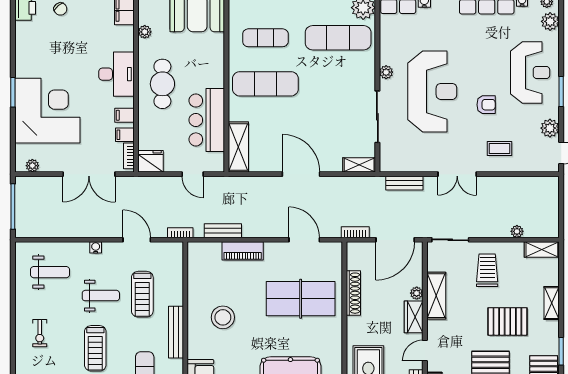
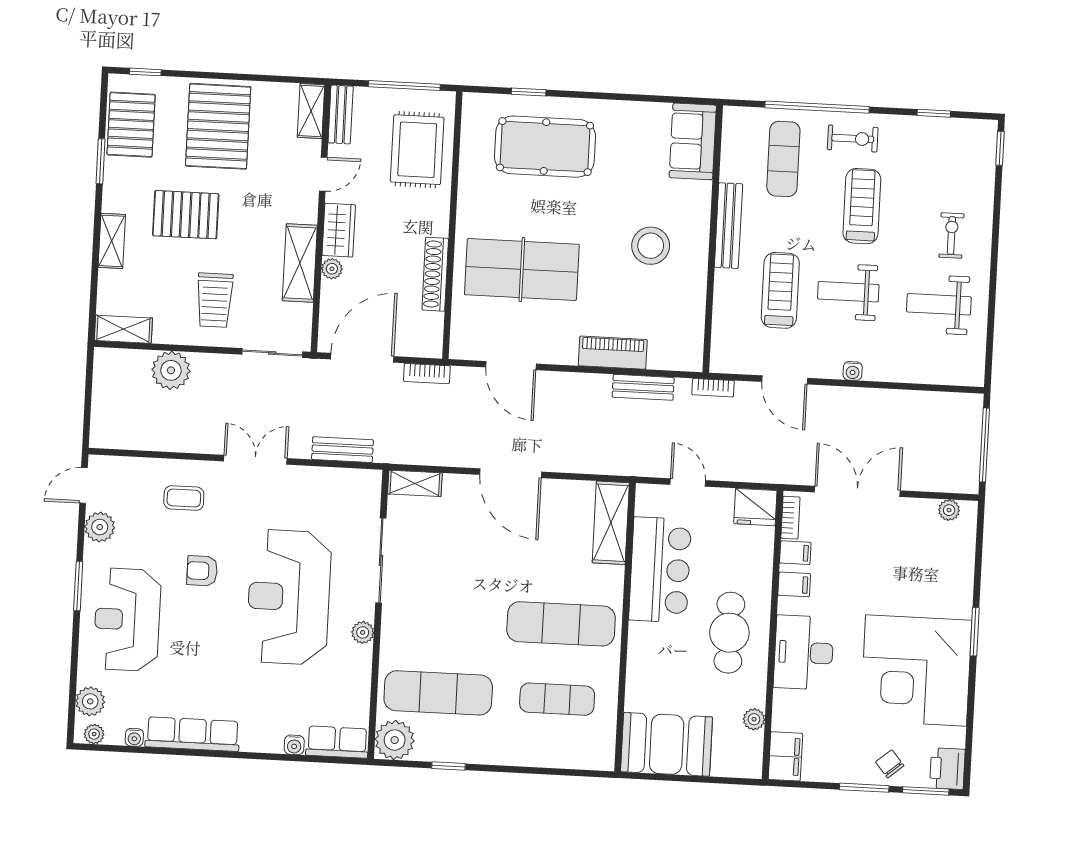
corner desk: (47, 111) -> (916, 670), moved
plant: (517, 231) -> (171, 370), width x1.88, depth x1.88
weight bench: (50, 272) -> (939, 304), moved

